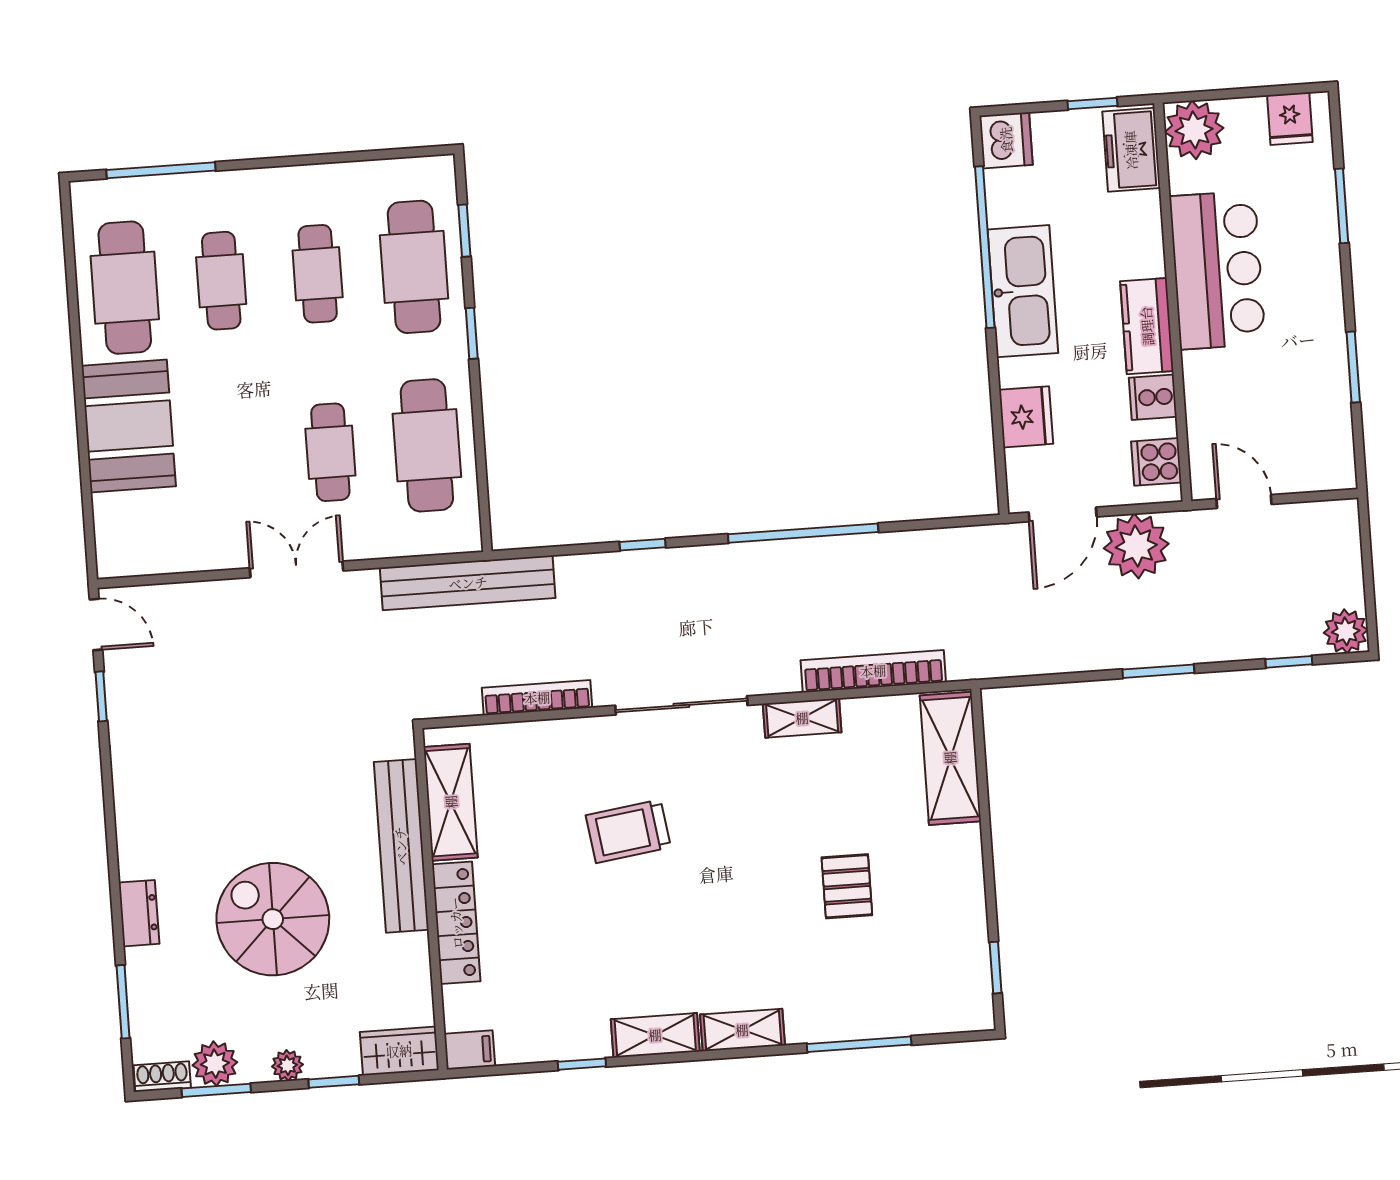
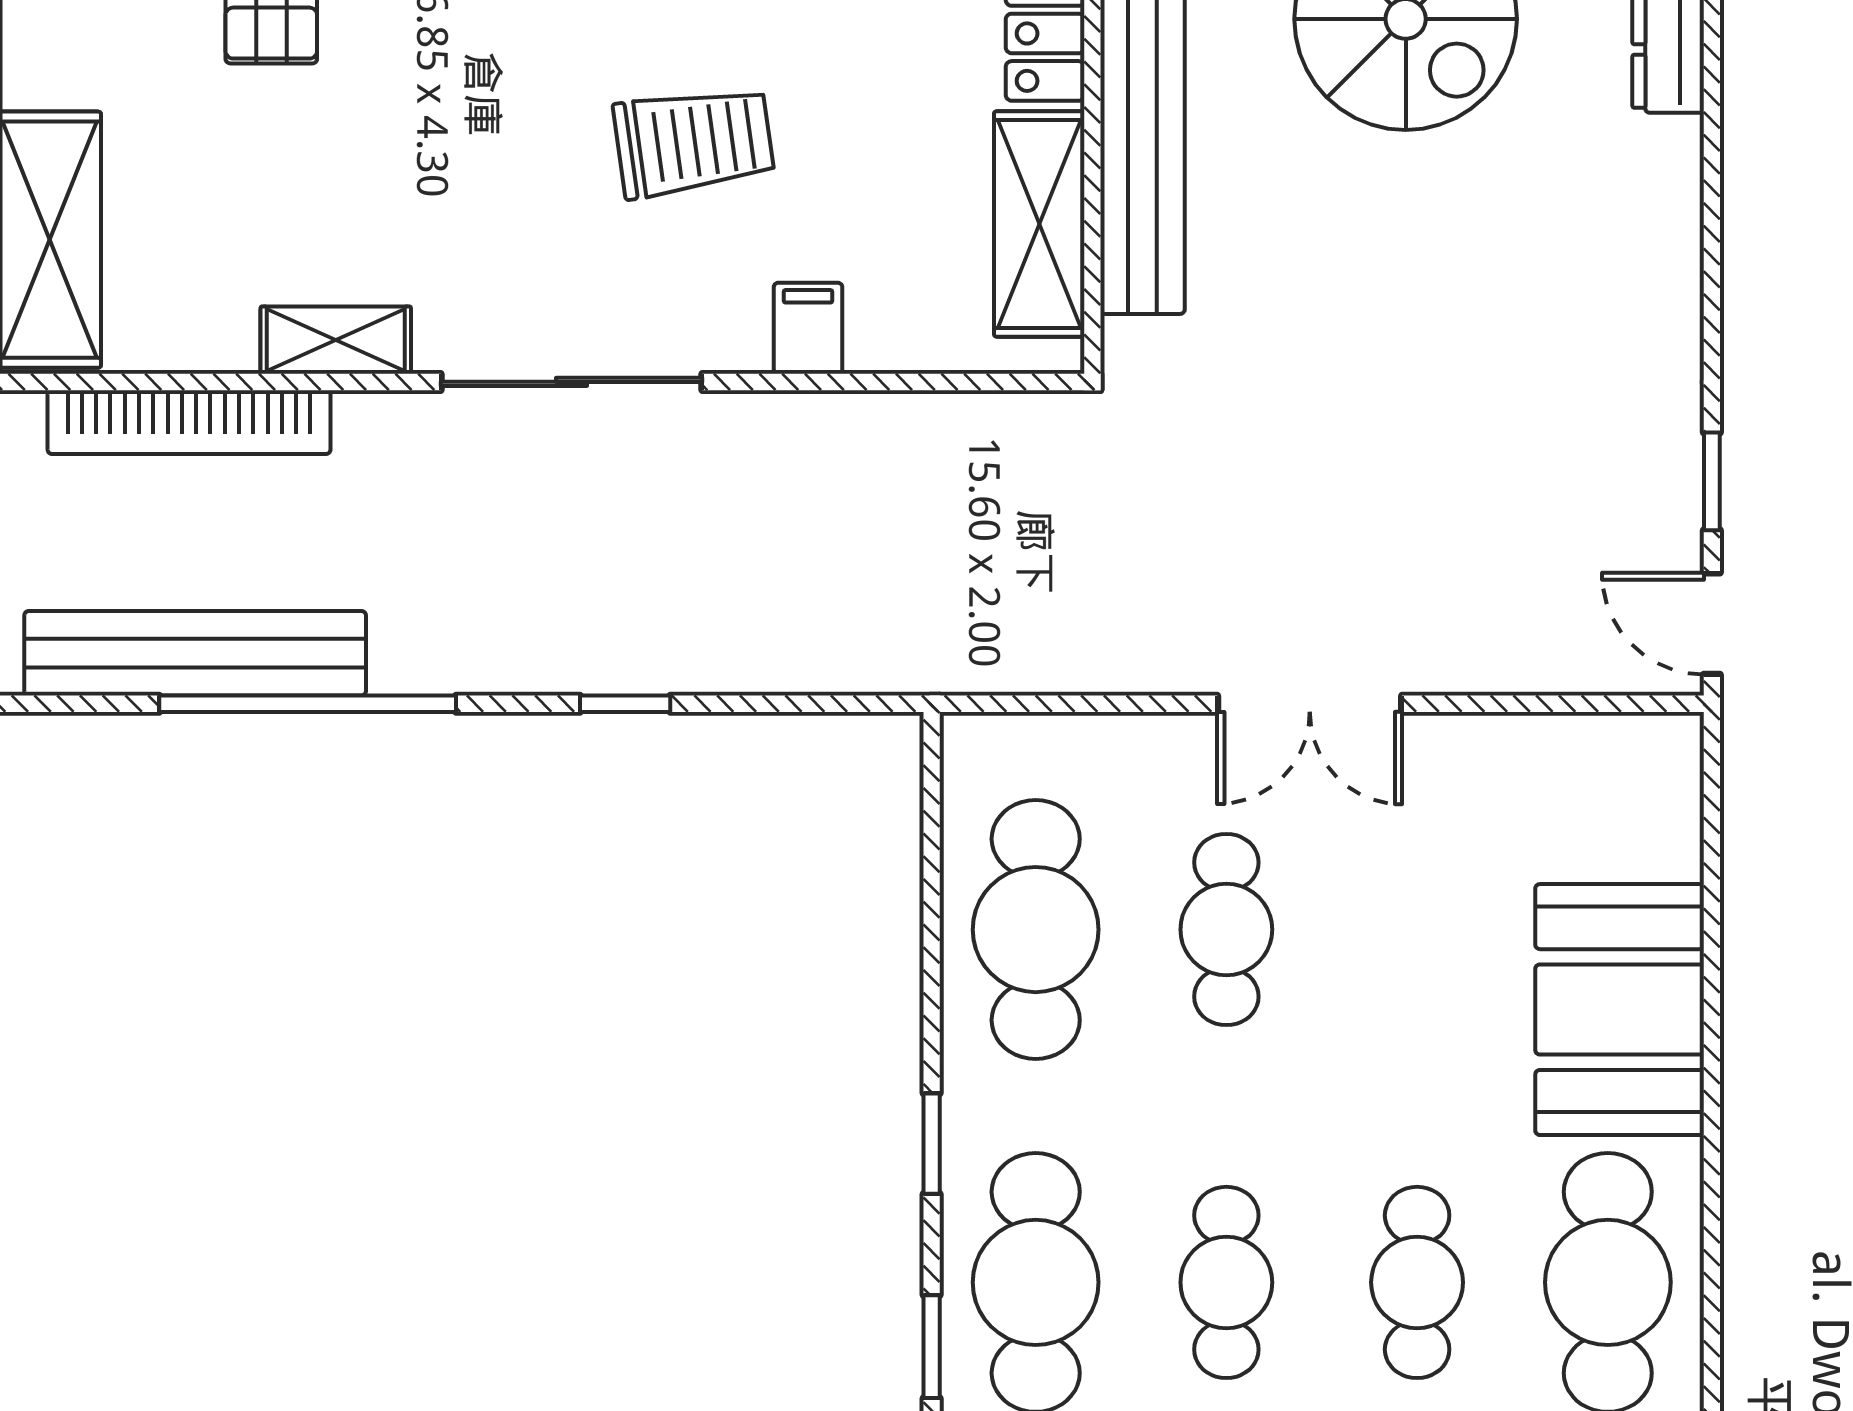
bench: (468, 583) -> (195, 653), moved
bookcase: (537, 698) -> (854, 417), removed
filing cabinet: (564, 741) -> (808, 328), added

